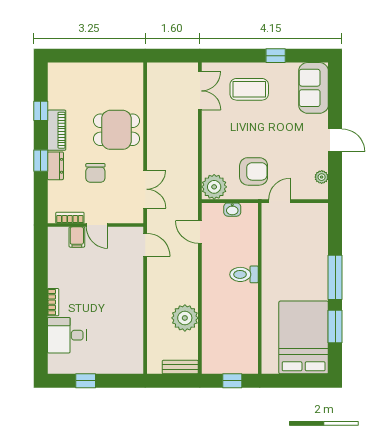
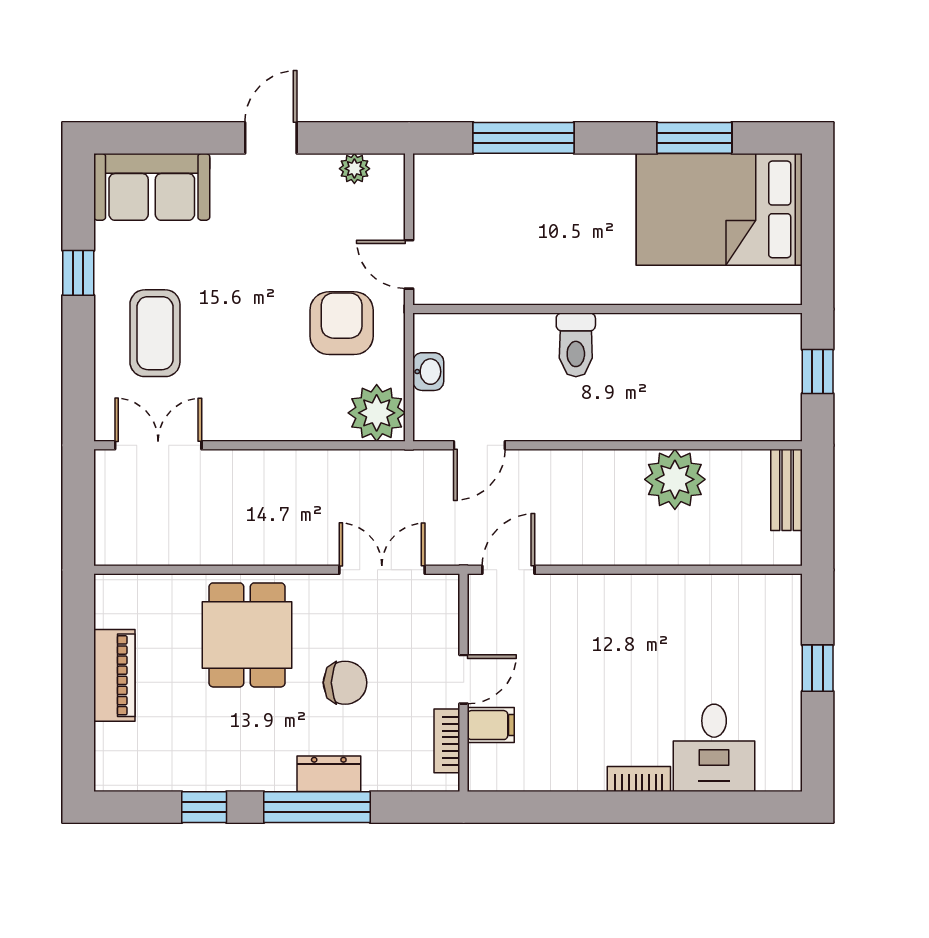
piano: (57, 130) -> (114, 675), moved, turned 90
window: (41, 161) -> (317, 807), width x2.17
window: (335, 277) -> (523, 138), moved
window: (86, 381) -> (818, 668), moved

